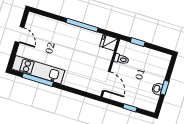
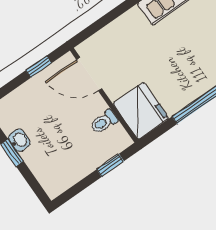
fridge: (109, 43) -> (141, 111), width x1.88, depth x1.34
window: (130, 108) -> (39, 67), moved

